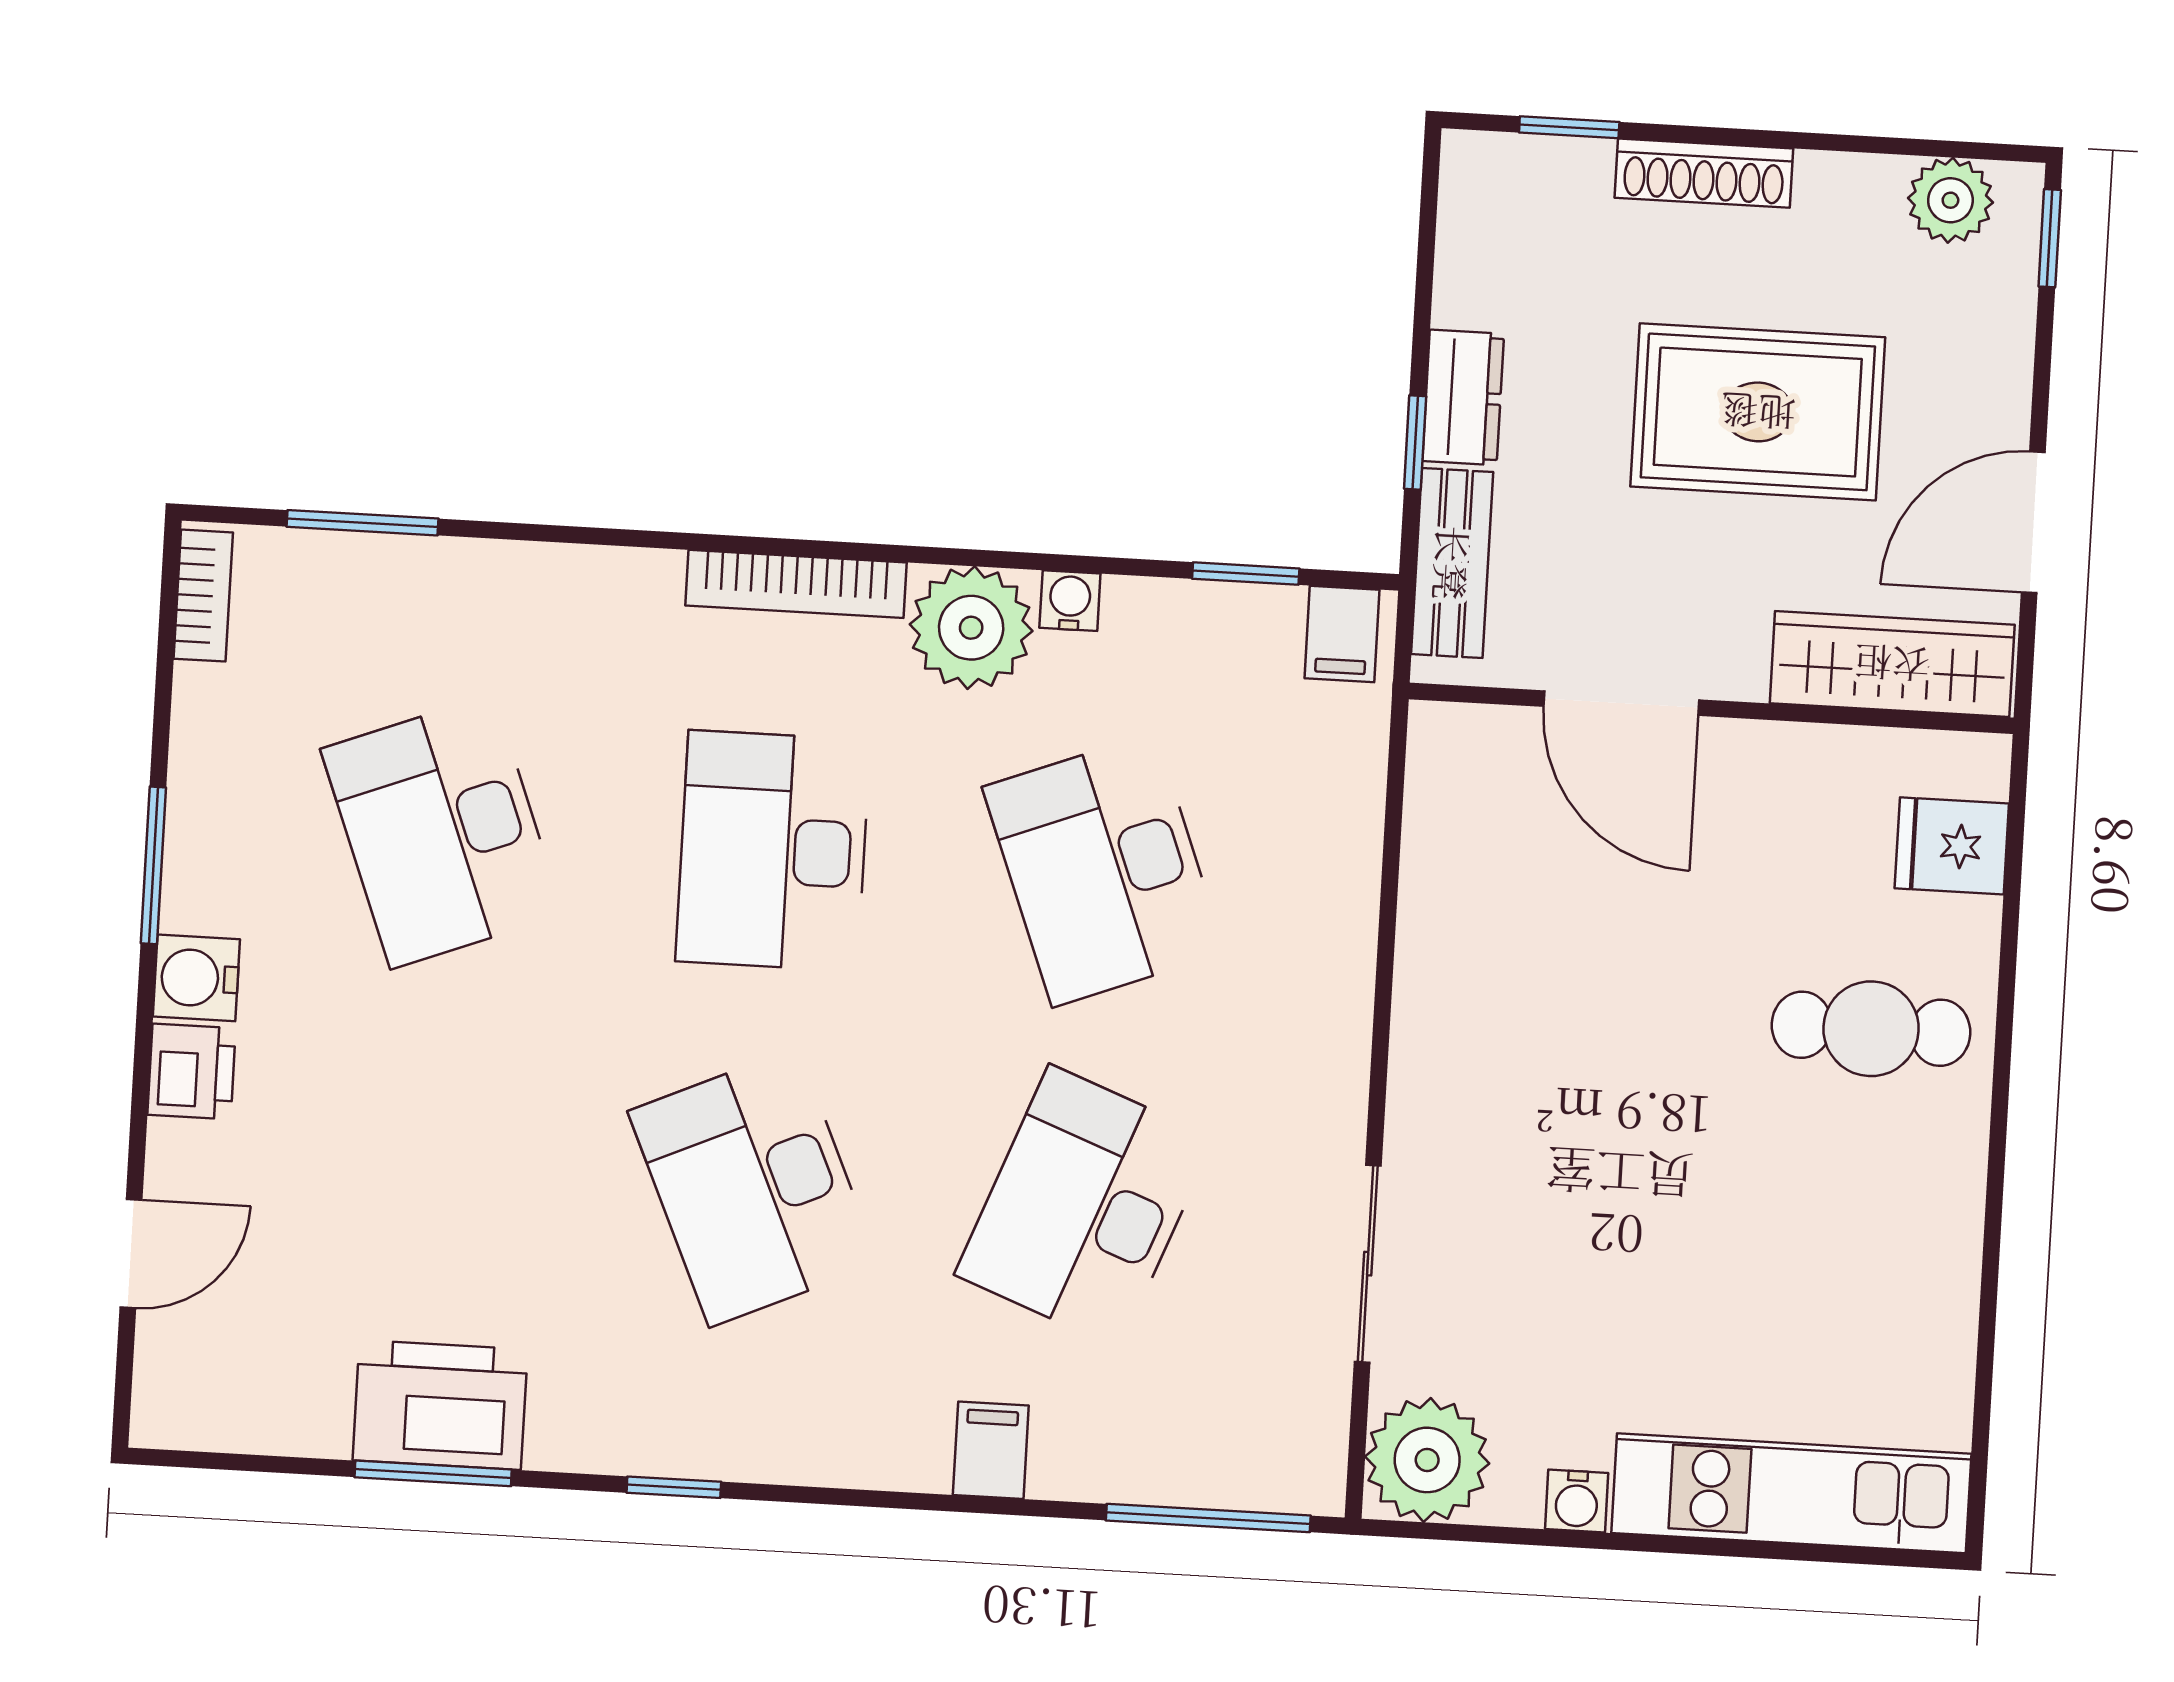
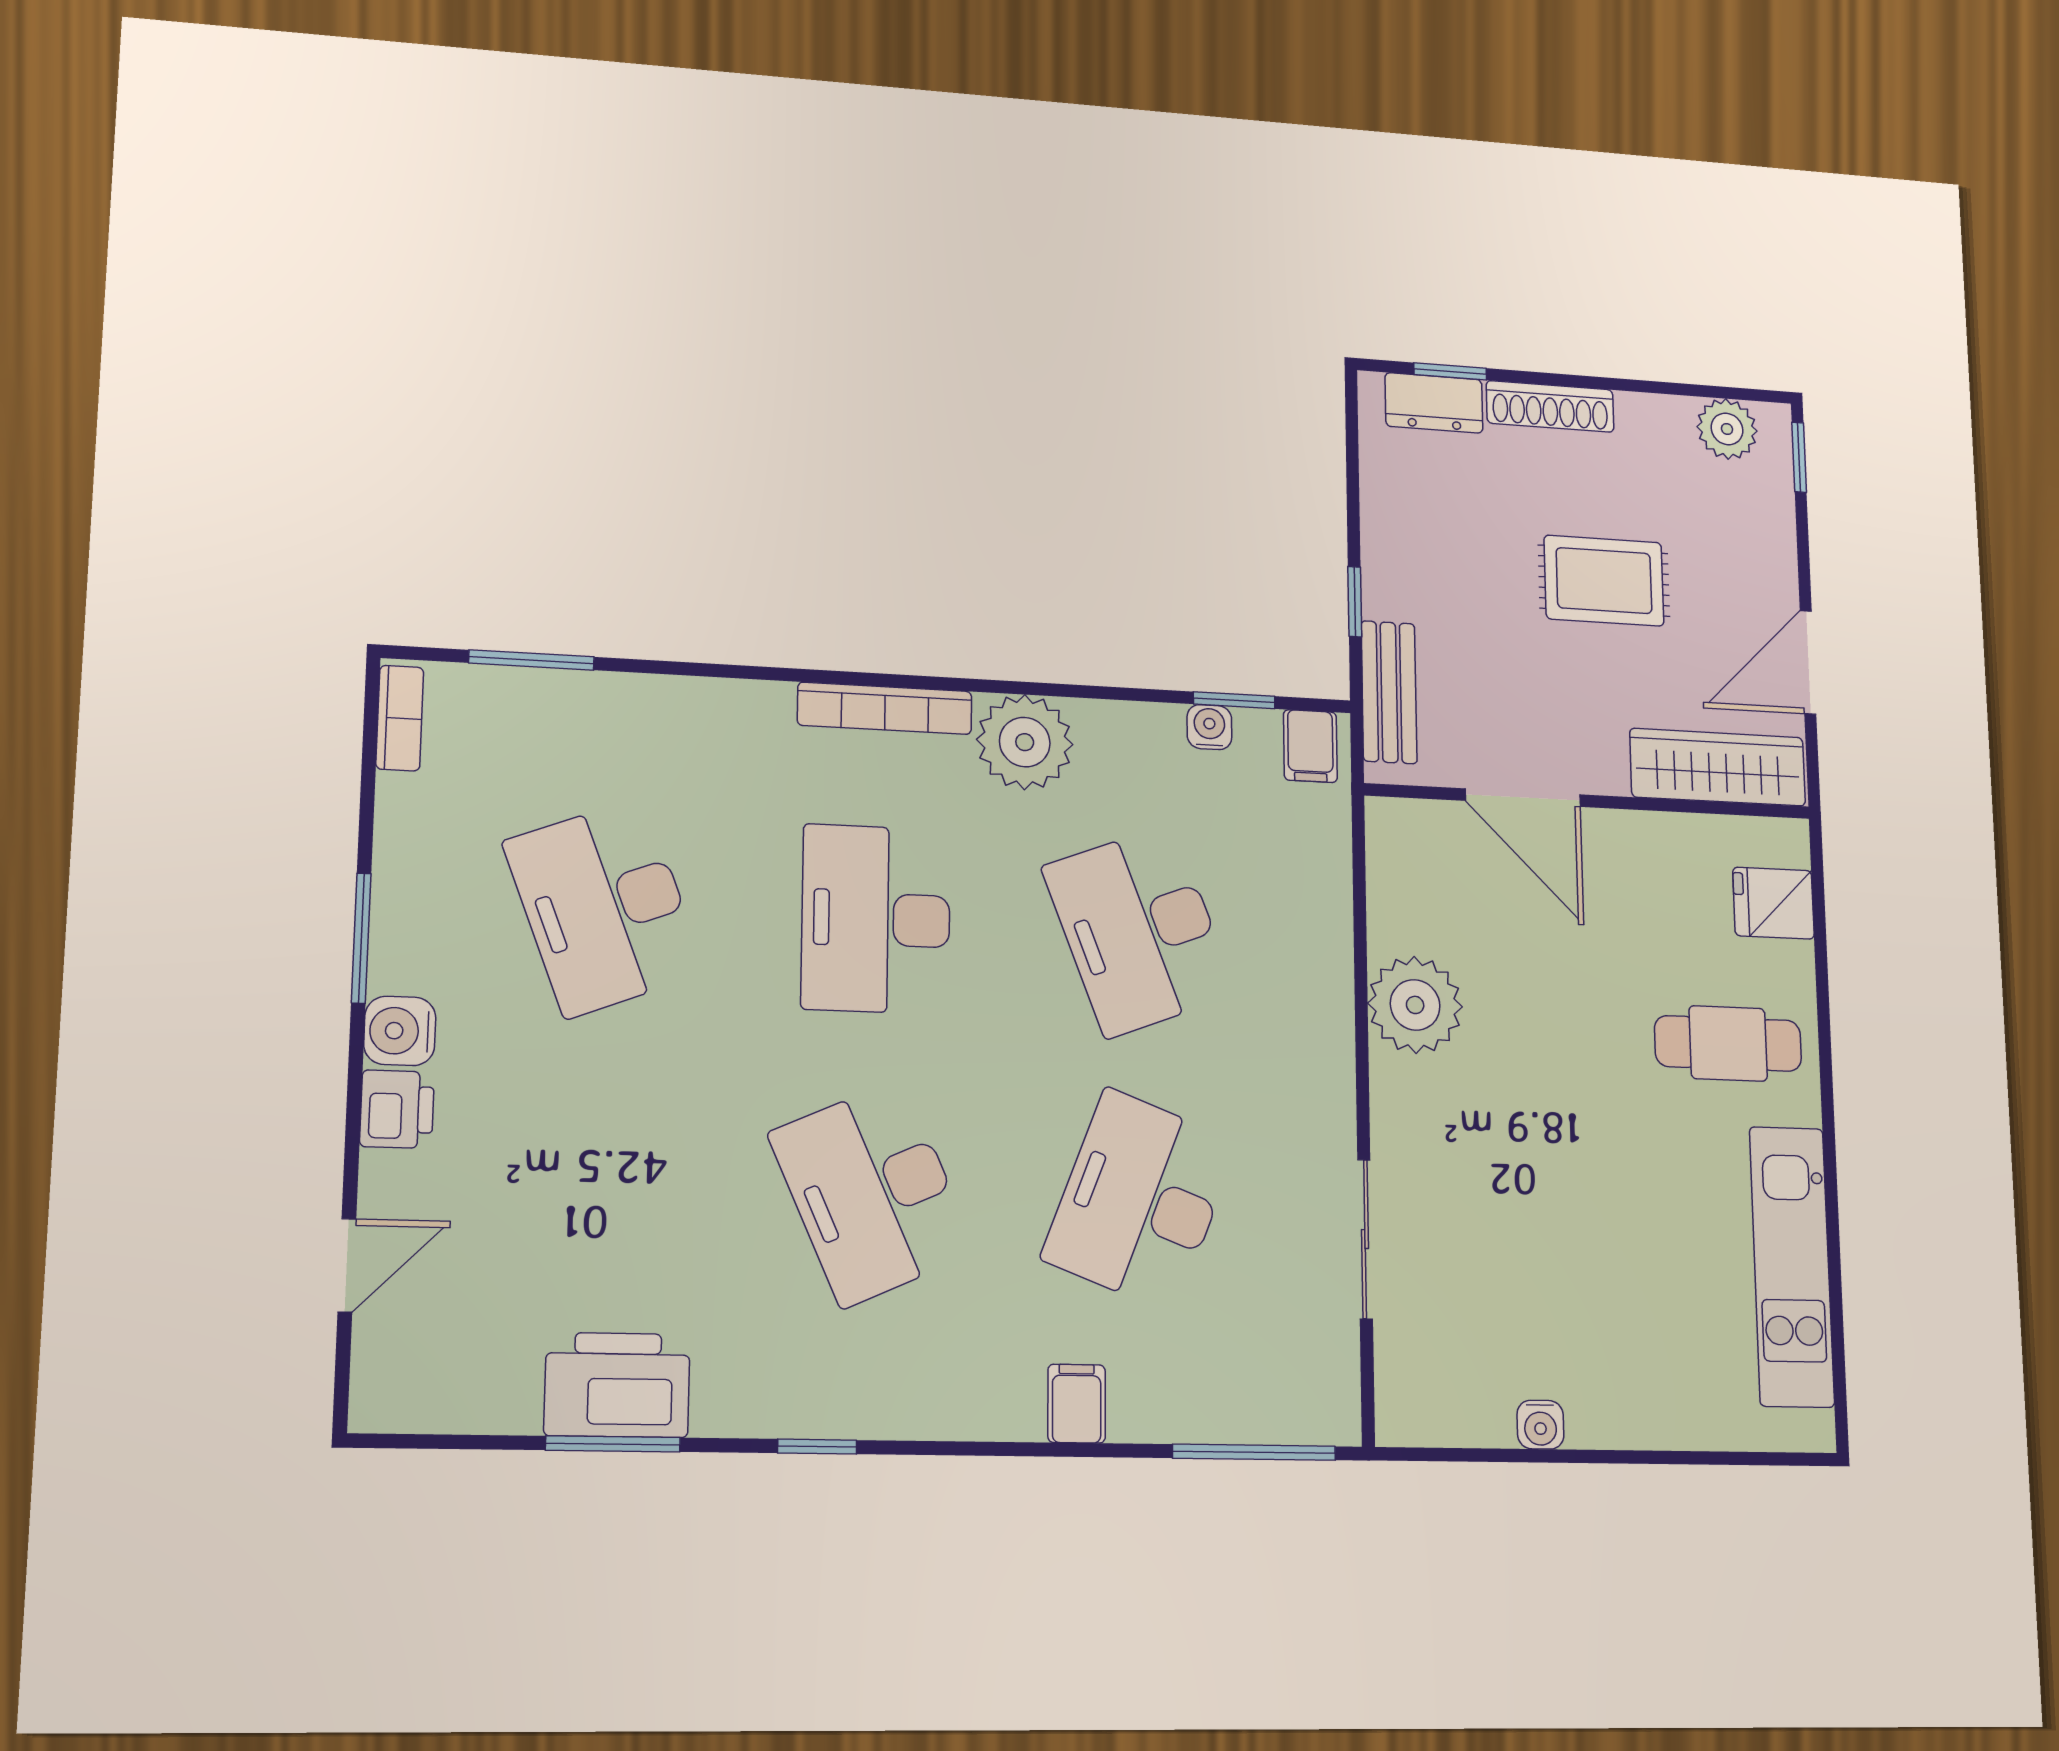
dresser: (1463, 397) -> (1434, 403), moved, turned 90
rug: (1758, 412) -> (1604, 581), width x0.73, depth x0.70
water cooler: (1070, 601) -> (1209, 727), moved
plant: (1427, 1460) -> (1415, 1005), moved
kitchen unit: (1791, 1493) -> (1792, 1266), moved, turned -90

